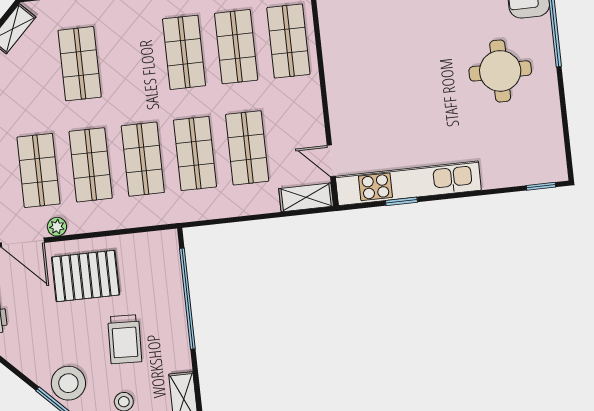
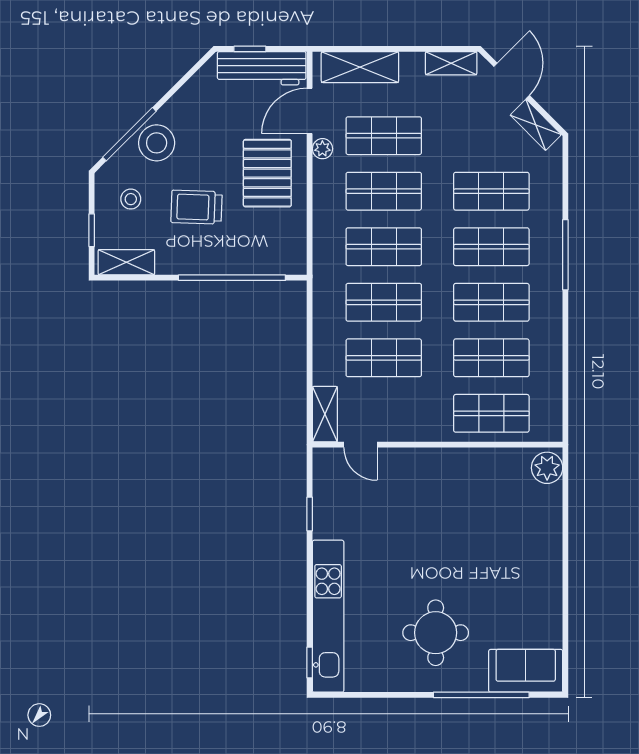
shop shelf: (132, 58) -> (491, 247), added
door: (331, 161) -> (360, 445), swing flipped
kitchen unit: (408, 183) -> (328, 616), moved

